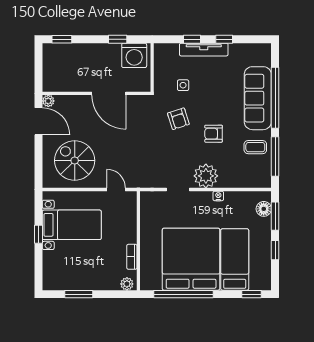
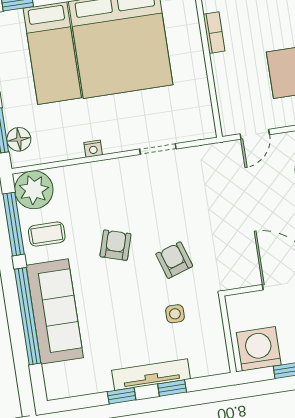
armchair: (214, 134) -> (115, 245), turned -73
plant: (206, 176) -> (34, 190), moved
door: (116, 190) -> (255, 134), hinge flipped

